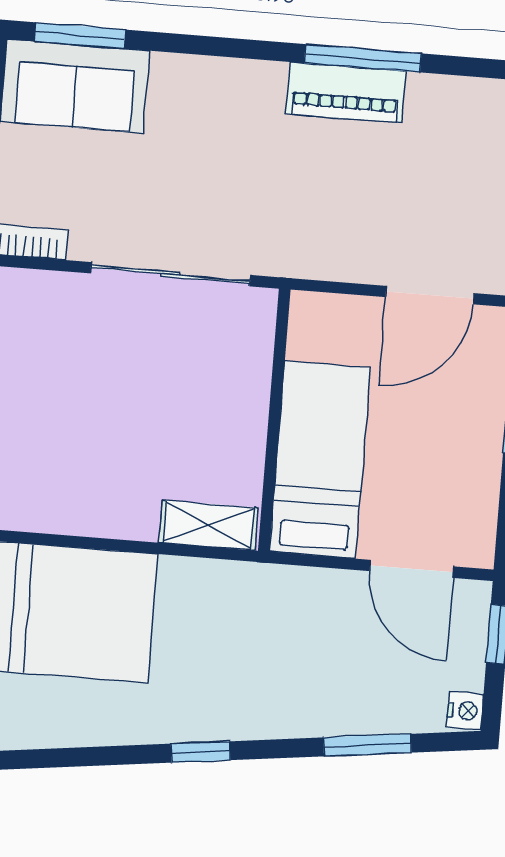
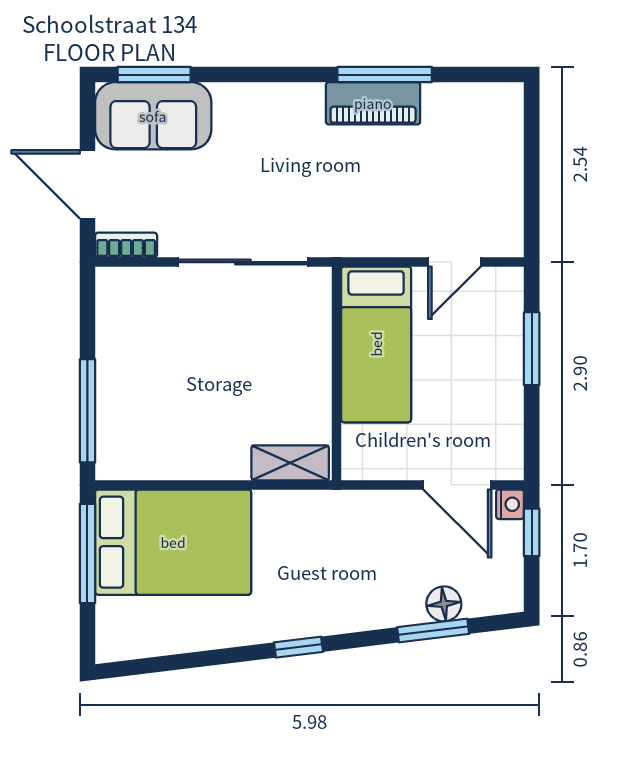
door: (430, 295) -> (454, 262), width x0.73
bed: (320, 460) -> (376, 344), moved, turned 180
nightstand: (465, 711) -> (510, 504), moved
floor lamp: (383, 713) -> (444, 604), added

